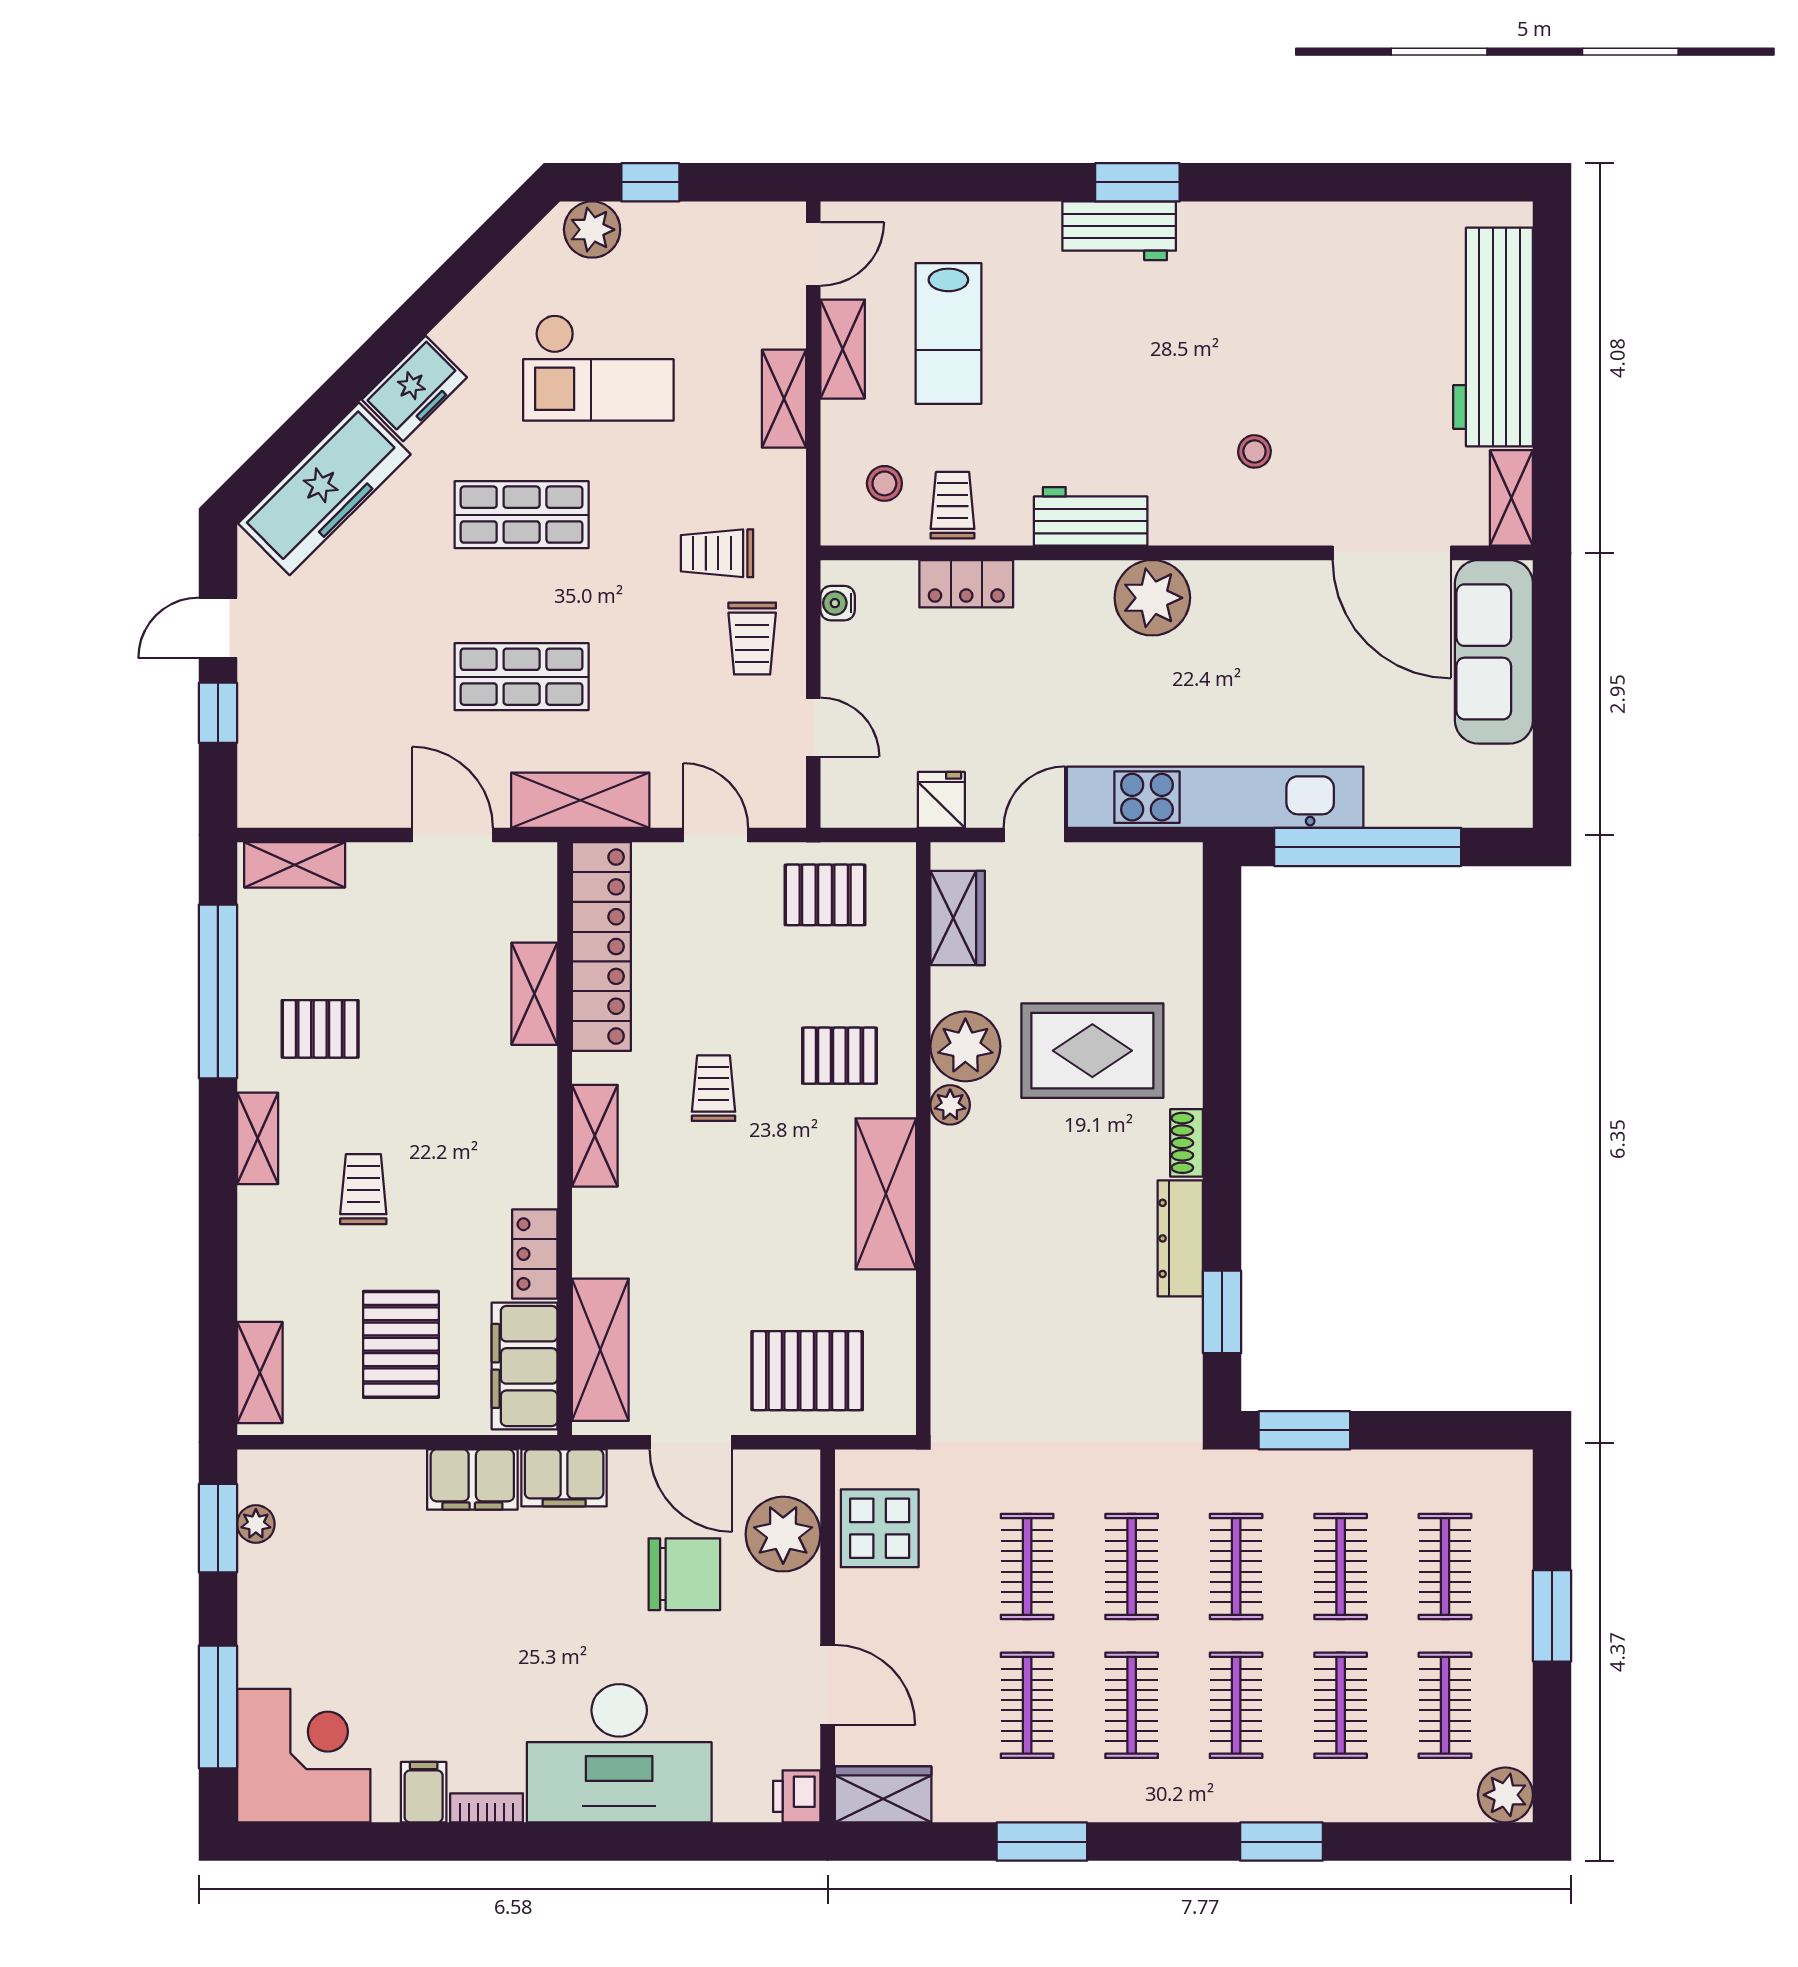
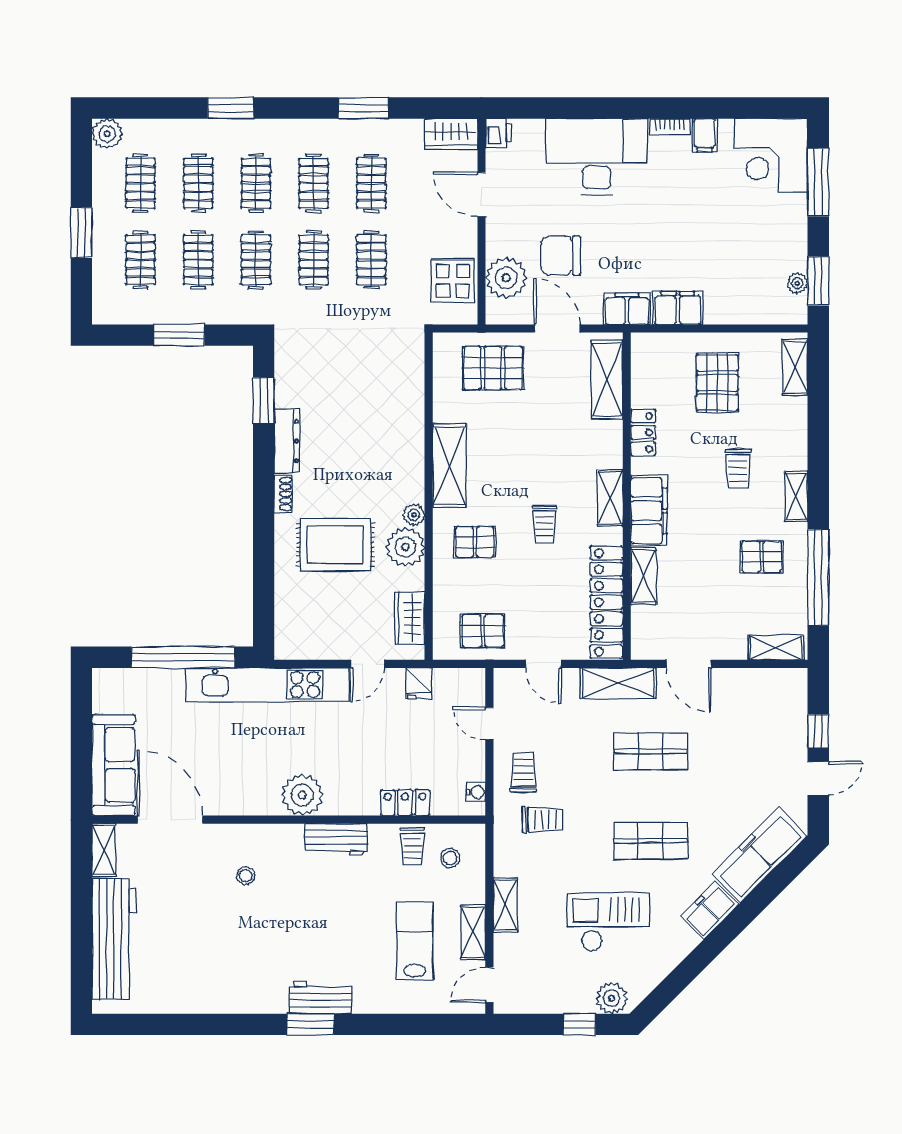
filing cabinet: (525, 1366) -> (649, 511), moved
window: (1304, 1430) -> (179, 335), moved

